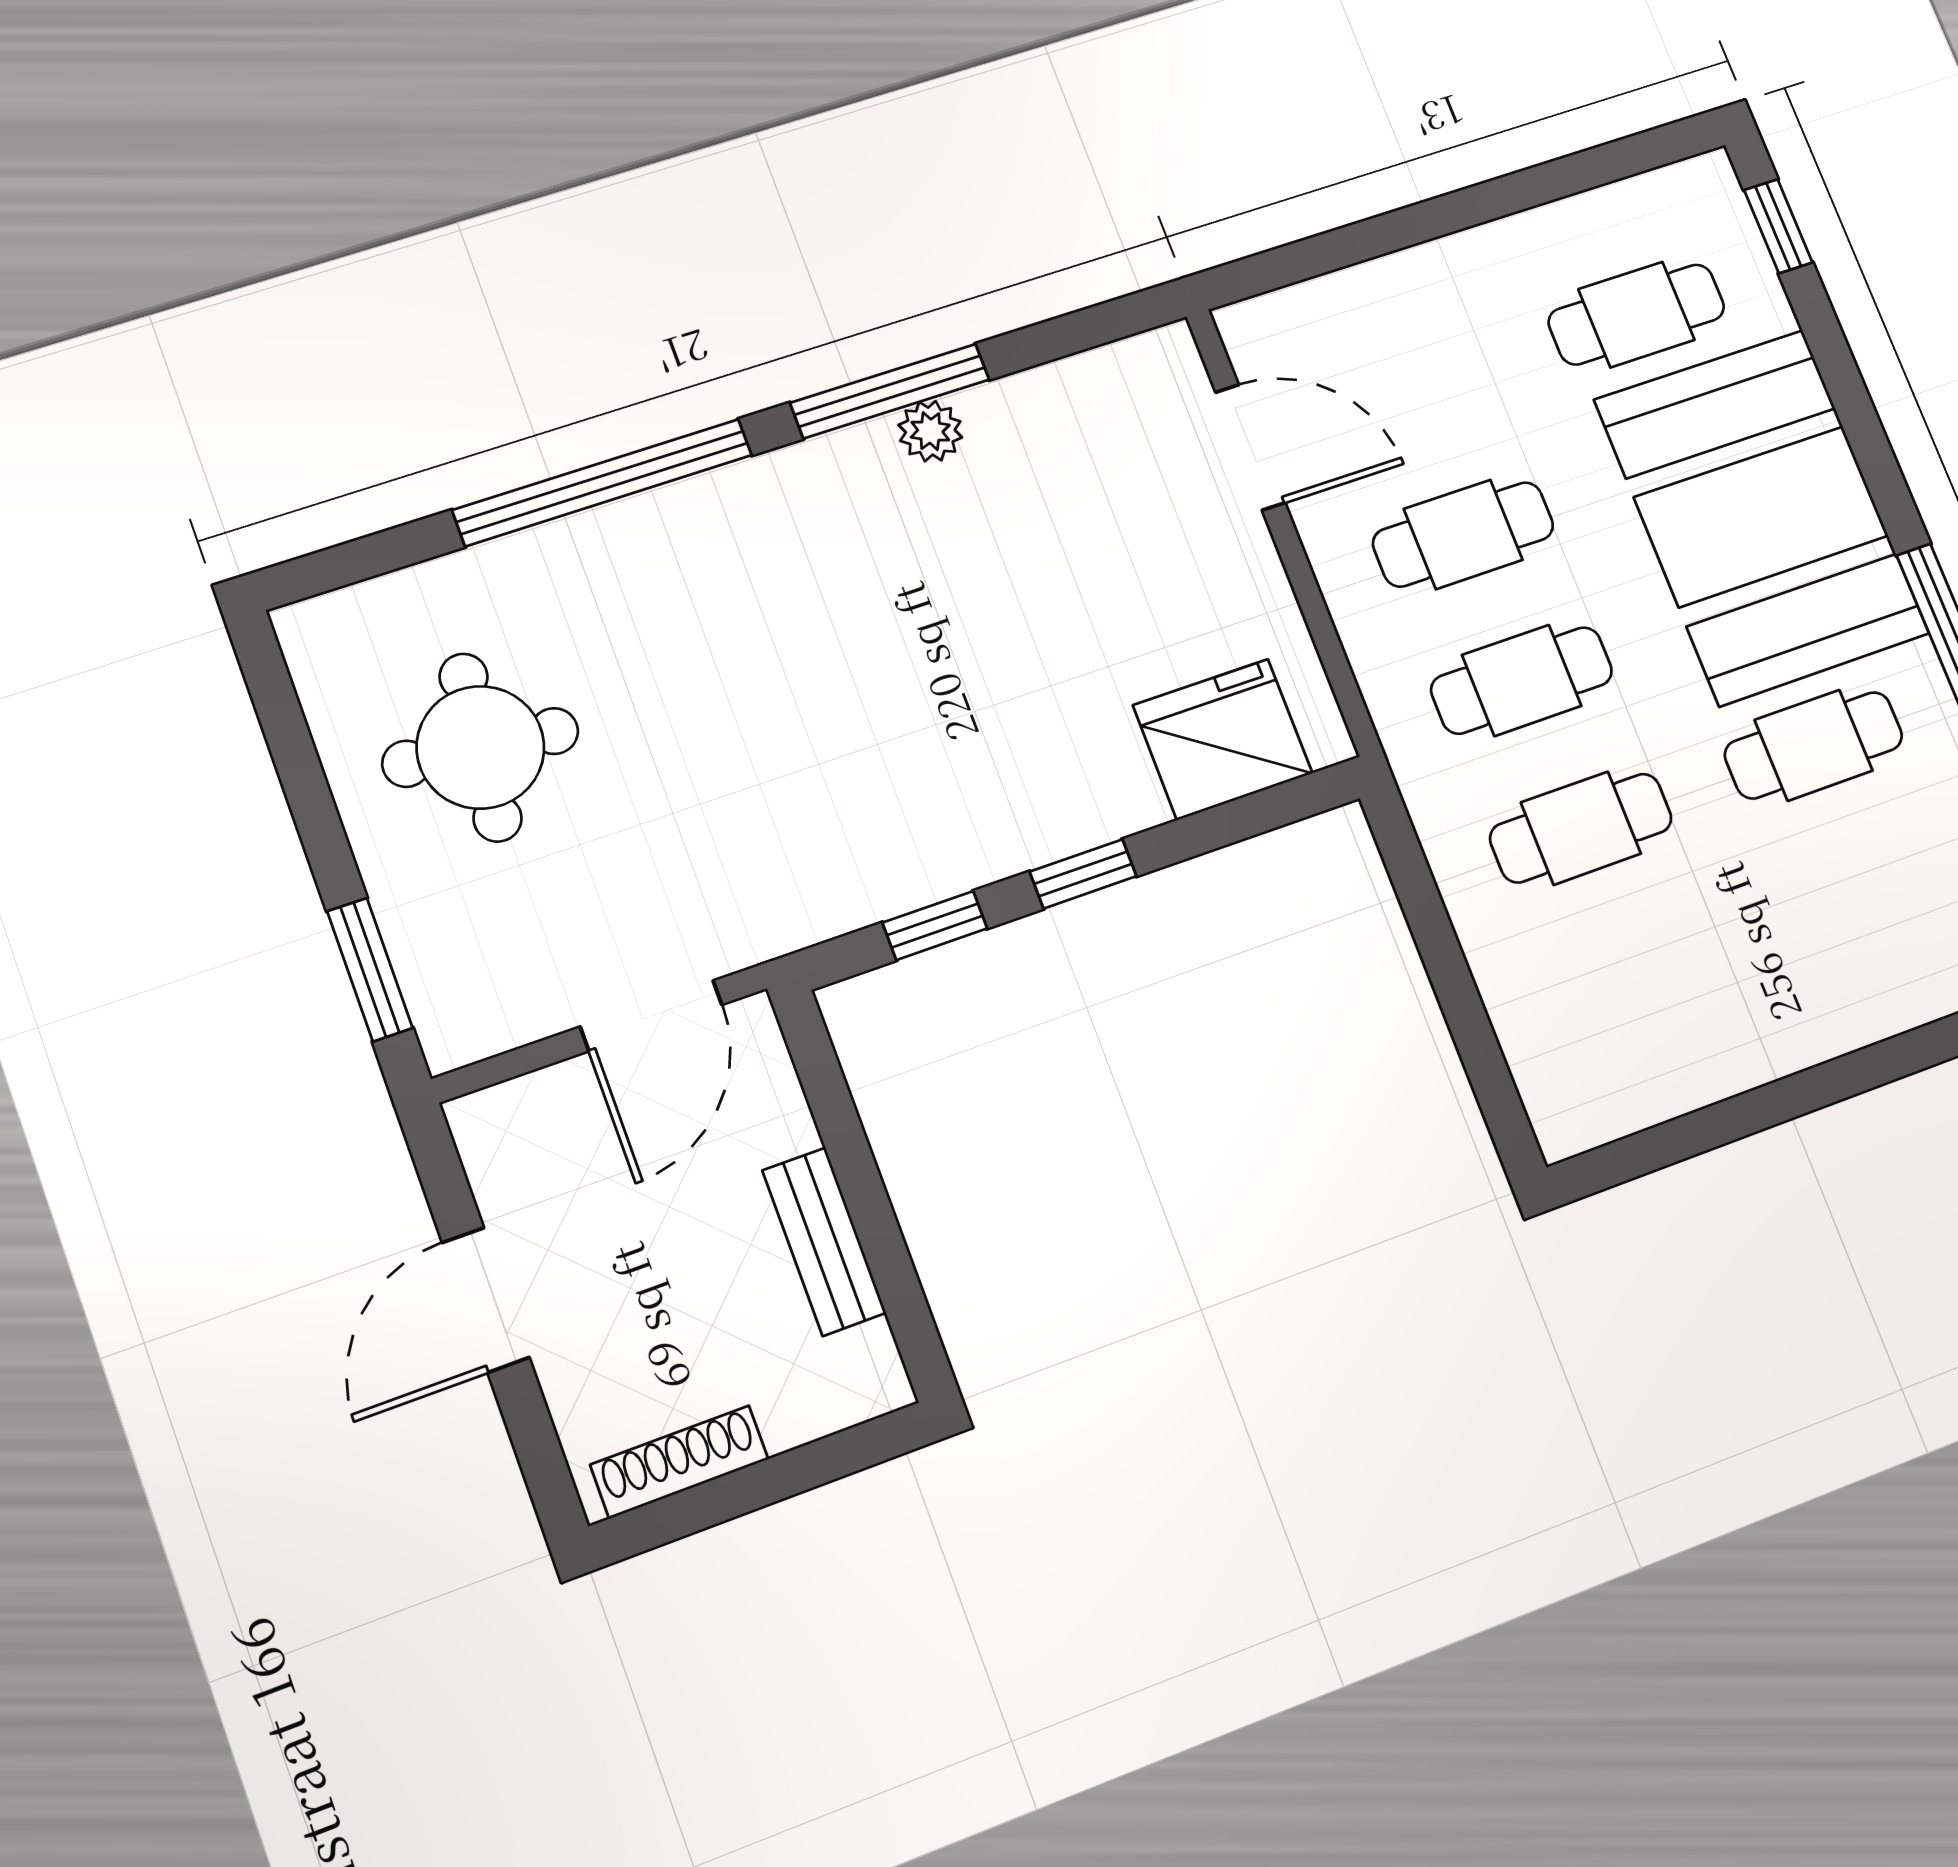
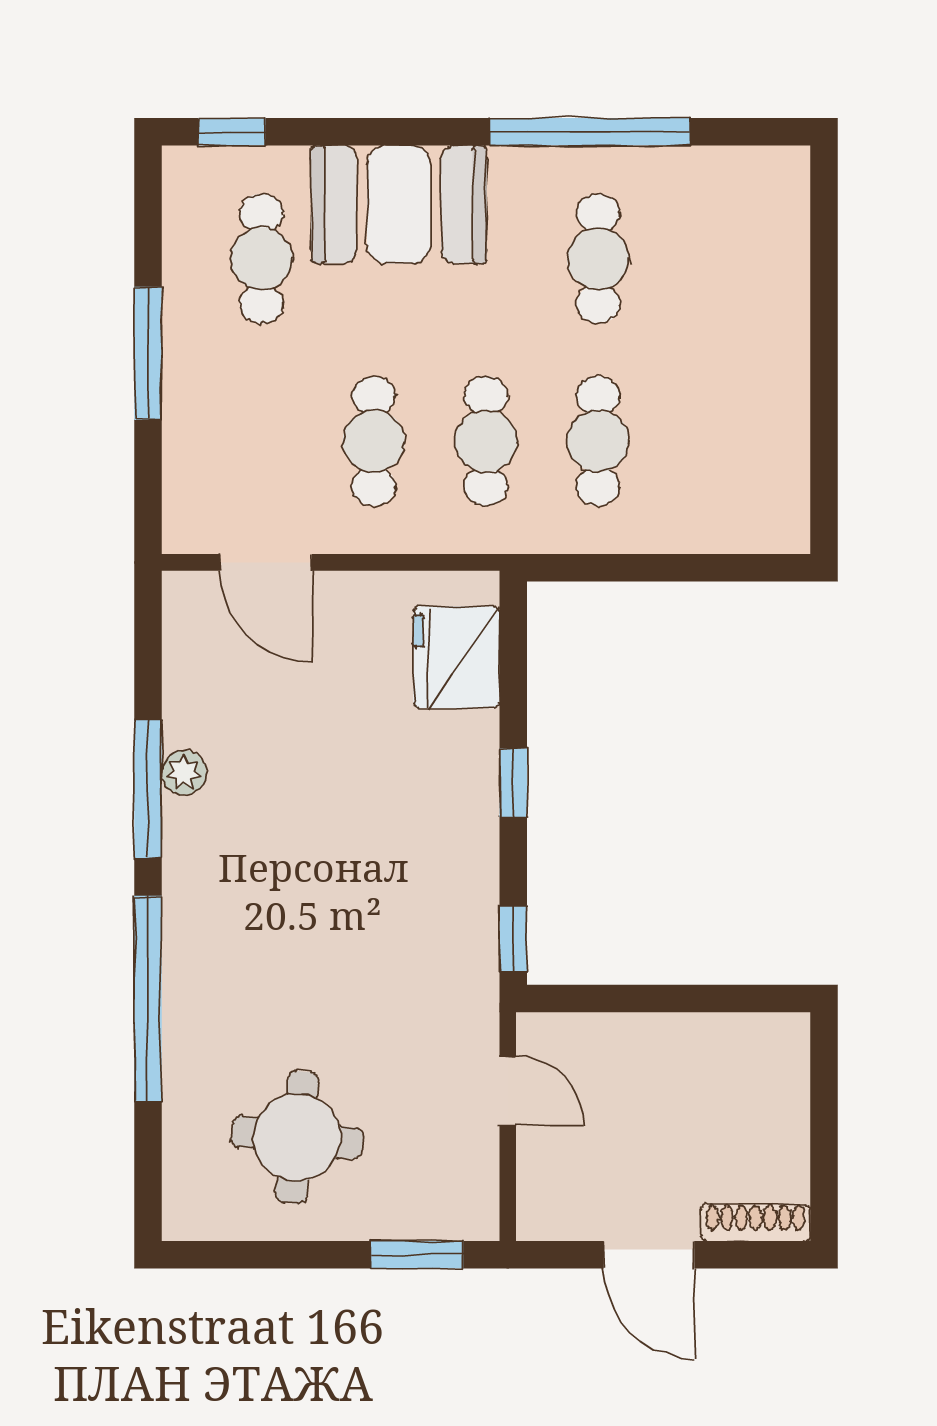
window: (1459, 210) -> (148, 353), added
door: (1250, 447) -> (266, 562), swing flipped
booth: (1761, 516) -> (399, 204), width x0.73, depth x0.70
window: (935, 926) -> (513, 938), moved
door: (651, 1016) -> (508, 1091), width x0.73
bench: (824, 1241) -> (689, 1034), removed
shoe rack: (679, 1462) -> (756, 1223), moved, turned 90

